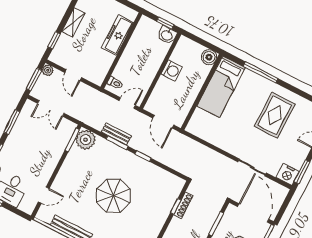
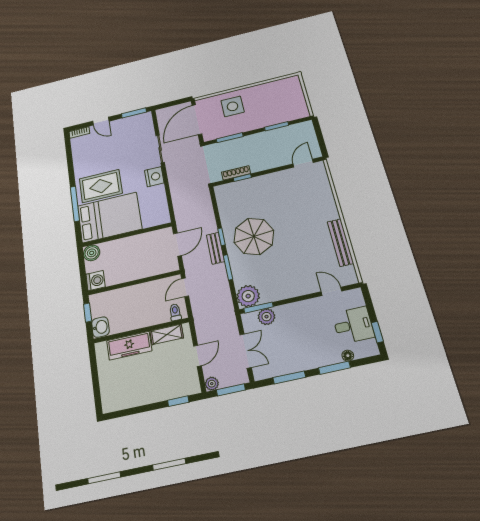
shelving: (73, 22) -> (167, 334), moved
washbasin: (167, 35) -> (100, 327), moved
washing machine: (172, 70) -> (96, 281), moved, turned 90
bed: (221, 87) -> (109, 217), width x1.50
door: (127, 103) -> (185, 287), hinge flipped
rug: (275, 115) -> (101, 186), moved
bench: (116, 134) -> (215, 248), moved
plant: (62, 140) -> (267, 317), added
nightstand: (288, 174) -> (154, 177), moved
parasol: (113, 196) -> (254, 236), moved

